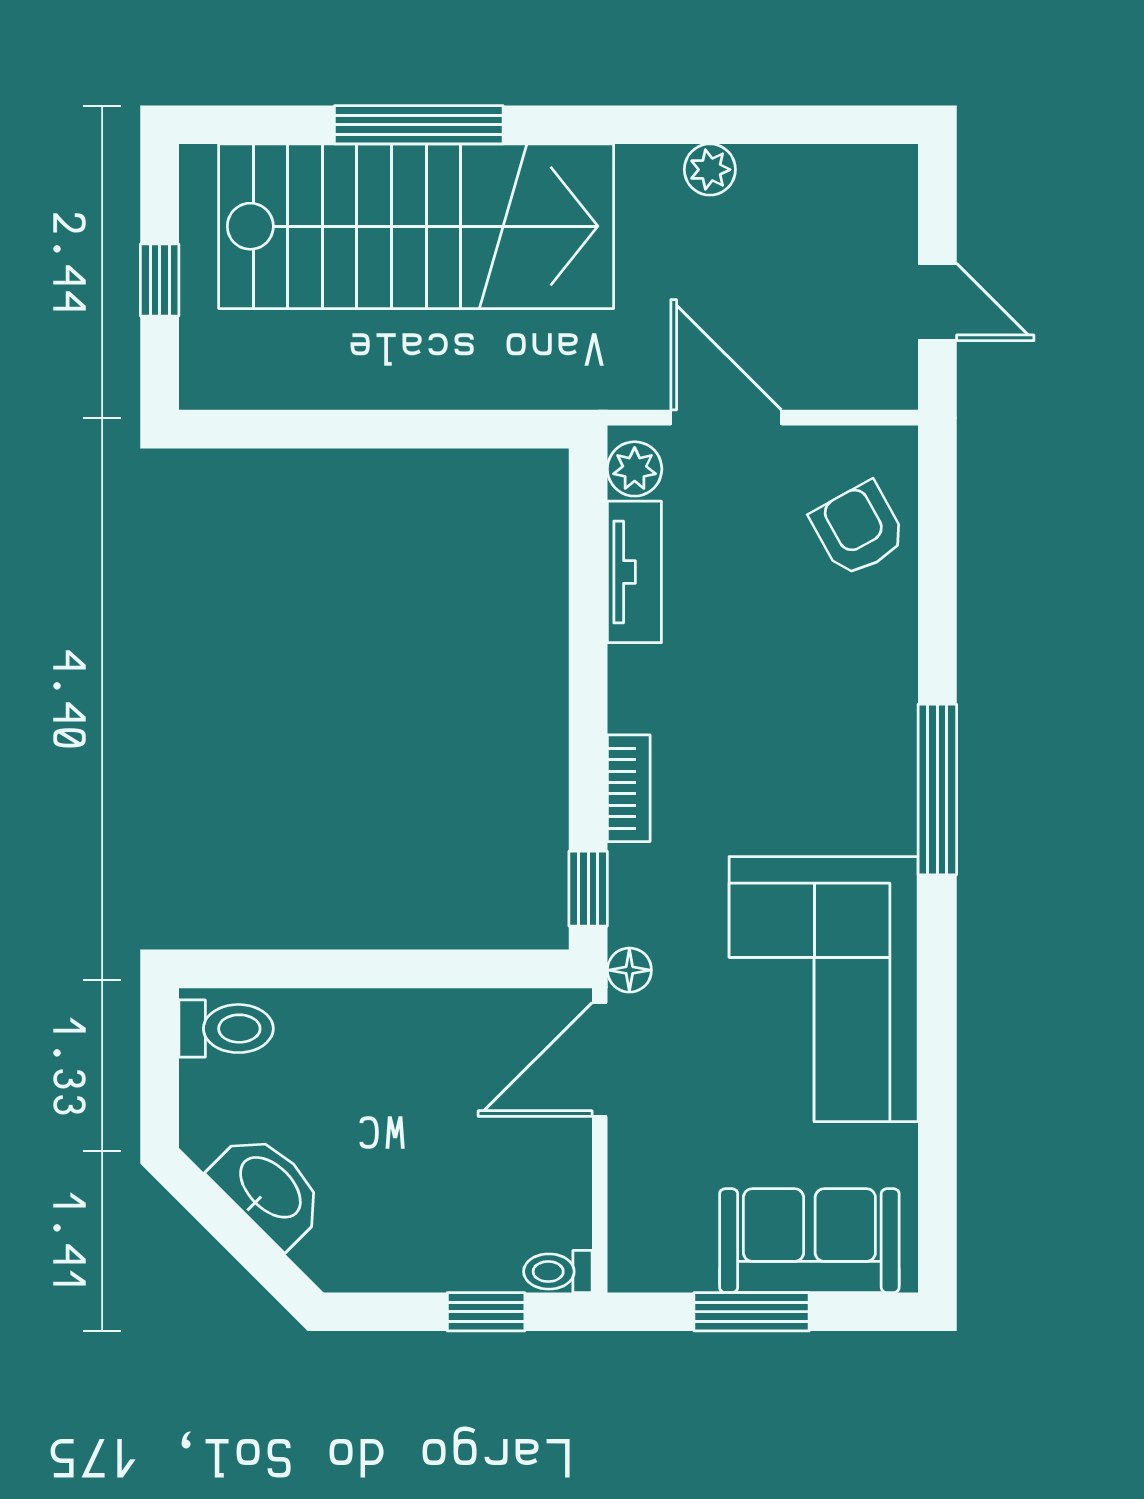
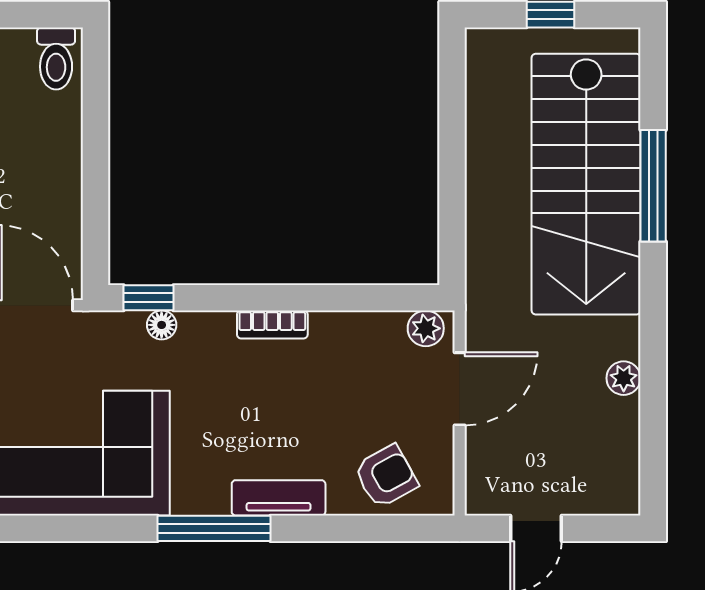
tv unit: (634, 572) -> (279, 498), moved, turned 180
bookcase: (629, 788) -> (272, 324), moved
floor lamp: (629, 970) -> (162, 325), moved

